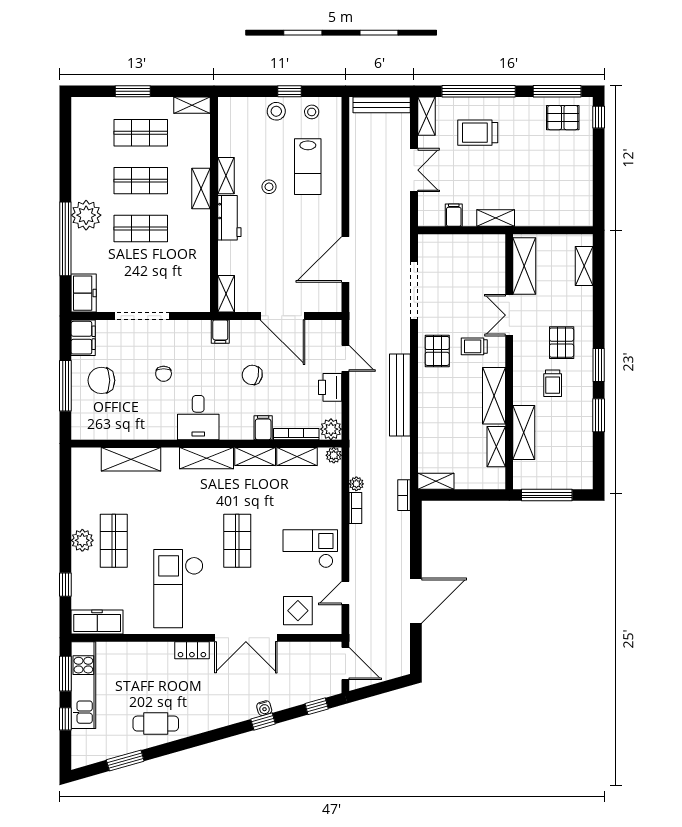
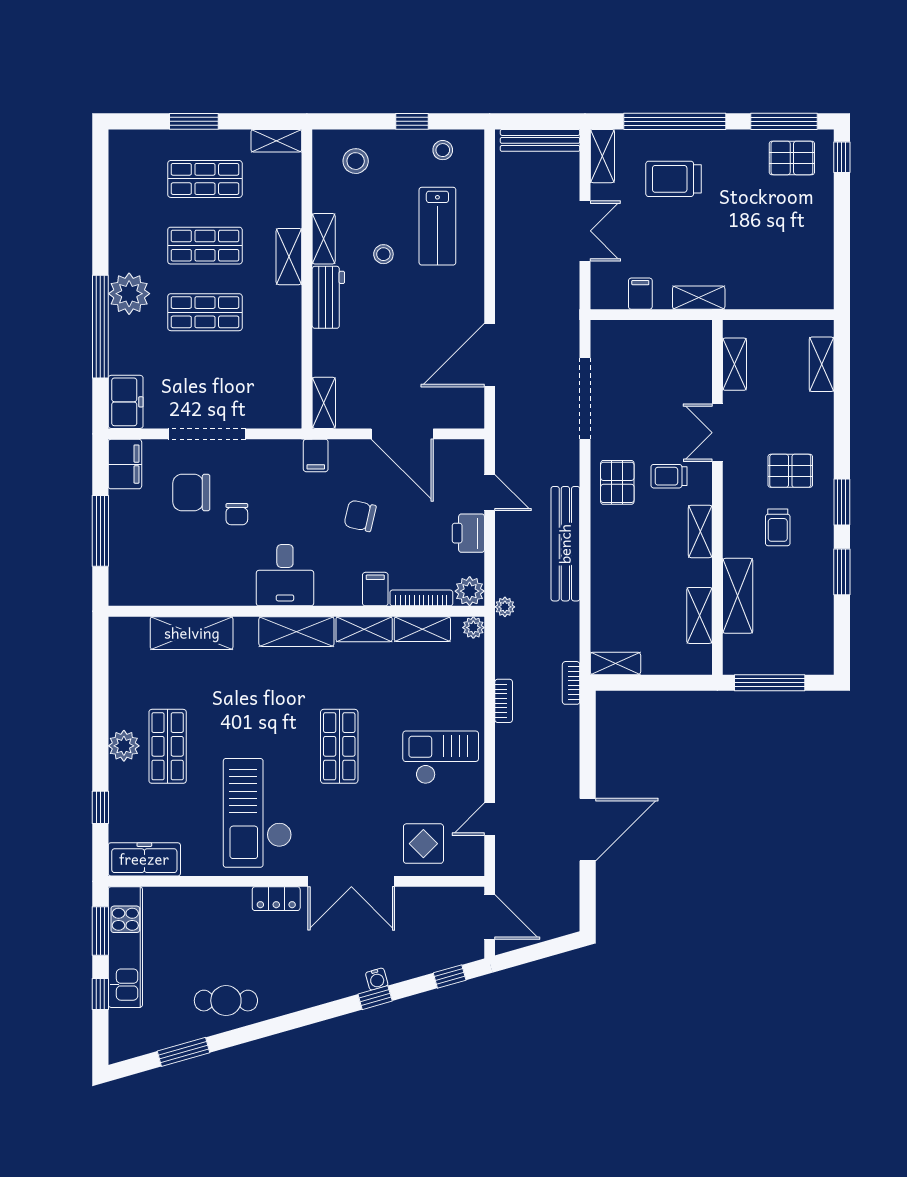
stool: (276, 111) -> (356, 161), moved
shelving: (524, 266) -> (735, 364), width x0.67, depth x0.75
pallet: (562, 343) -> (790, 471), turned 90
chair: (101, 380) -> (191, 493), moved
shelving: (494, 396) -> (700, 531), width x0.67, depth x0.75
plant: (356, 484) -> (505, 607), moved

